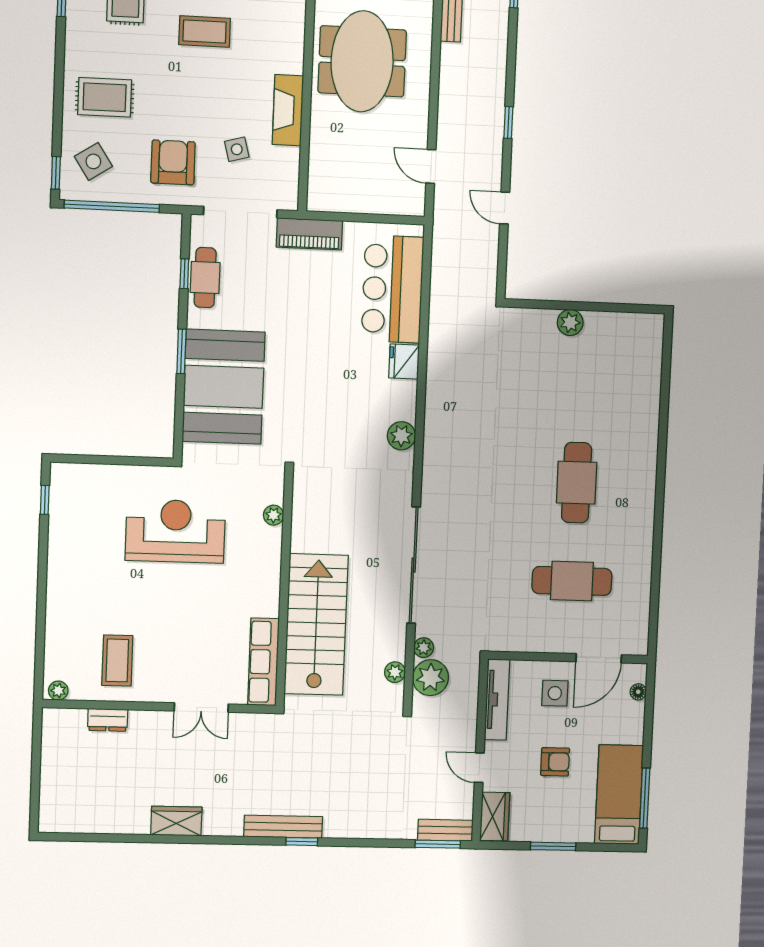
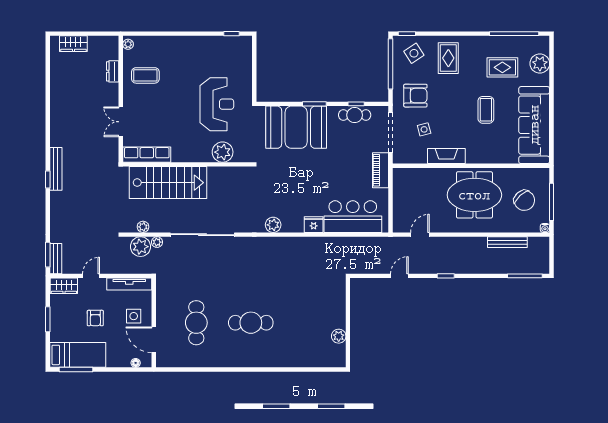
plant: (570, 322) -> (339, 336), moved
plant: (273, 515) -> (223, 152), width x1.88, depth x1.88
wardrobe: (176, 821) -> (73, 44), moved, turned 90

